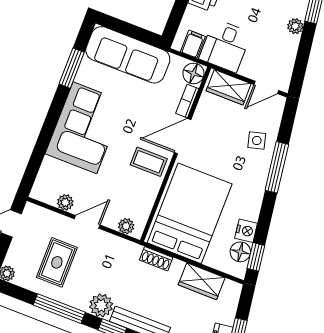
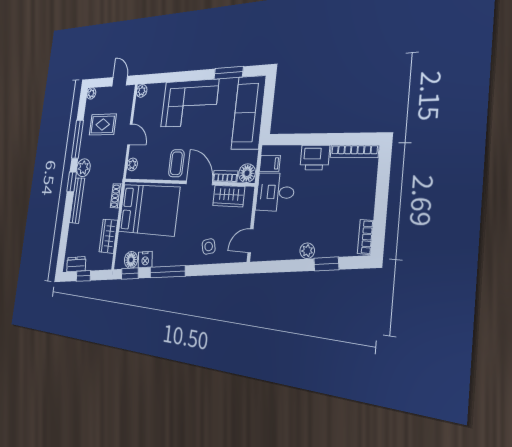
wardrobe: (229, 87) -> (229, 196), moved, turned -90
door: (266, 87) -> (250, 241), hinge flipped
window: (277, 167) -> (167, 272), moved
plant: (65, 202) -> (142, 91), moved

